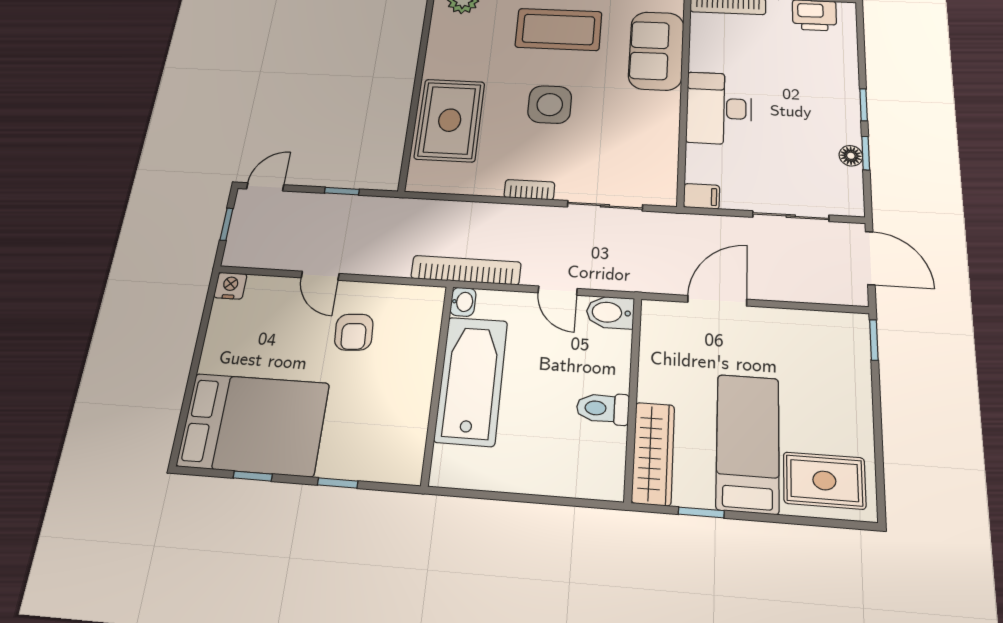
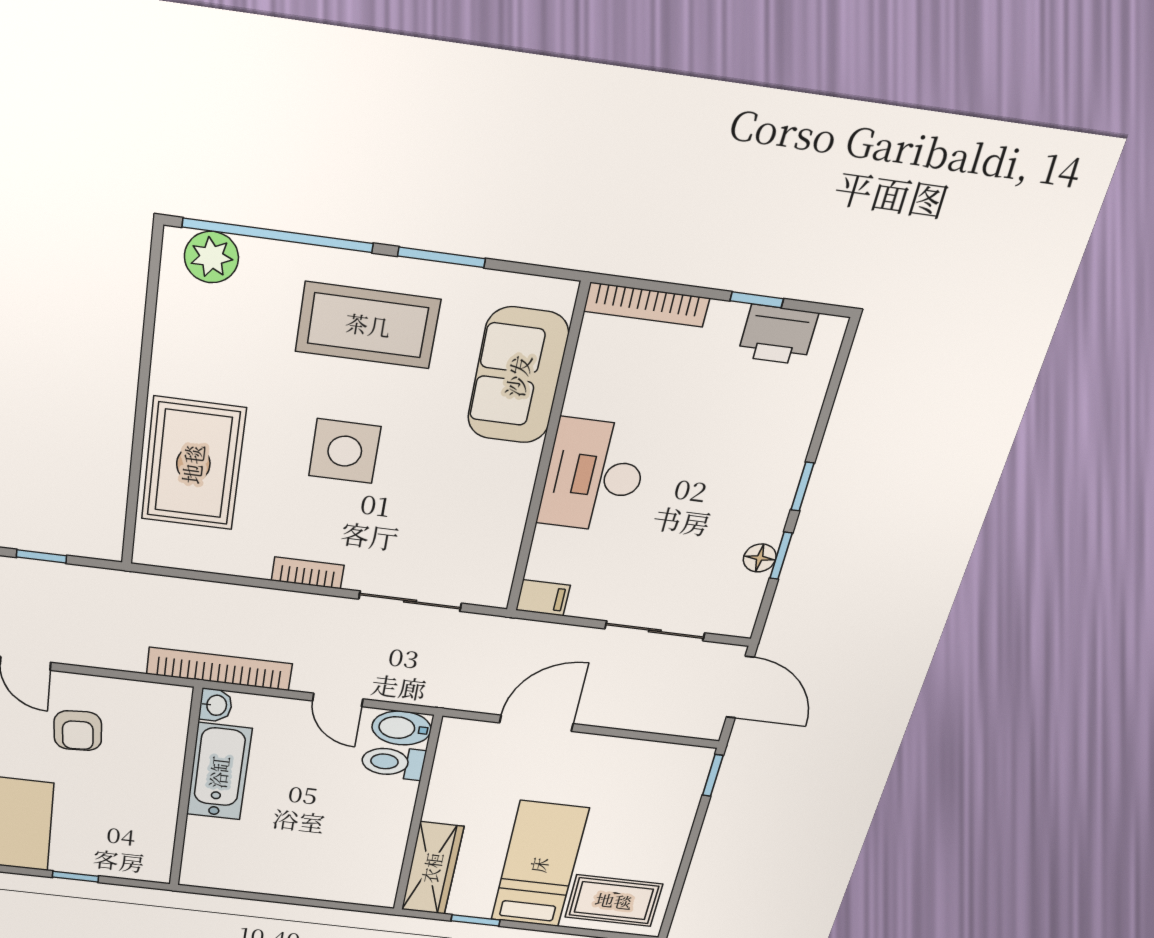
bathtub: (471, 381) -> (219, 772), width x0.73, depth x0.73
toilet: (603, 408) -> (393, 762), moved

